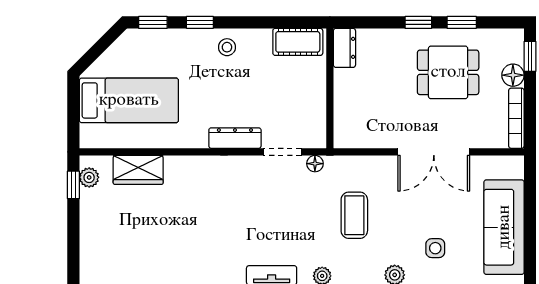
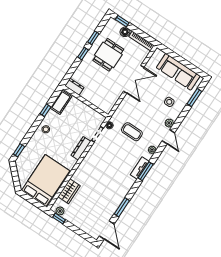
window: (200, 22) -> (45, 110), moved
bed: (129, 100) -> (46, 181), width x1.50
coffee table: (354, 215) -> (132, 132), moved

